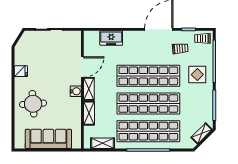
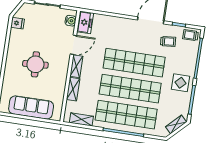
freezer: (111, 38) -> (85, 22), moved, turned -90
fridge: (21, 71) -> (18, 23), moved
display table: (197, 75) -> (180, 83), moved
water cooler: (76, 91) -> (71, 21), moved
round table: (33, 104) -> (35, 64), moved

